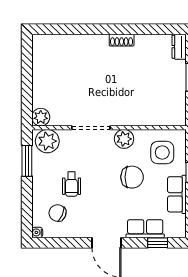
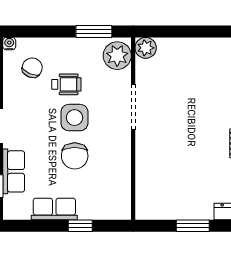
plant: (124, 139) -> (120, 146), removed
side table: (162, 153) -> (74, 118), moved
wheelchair: (72, 184) -> (66, 84), turned 180

